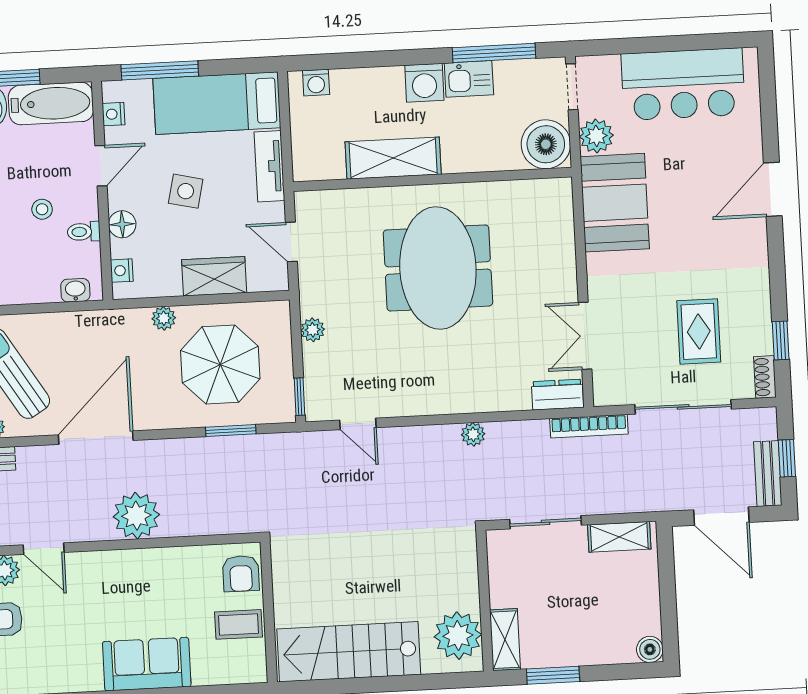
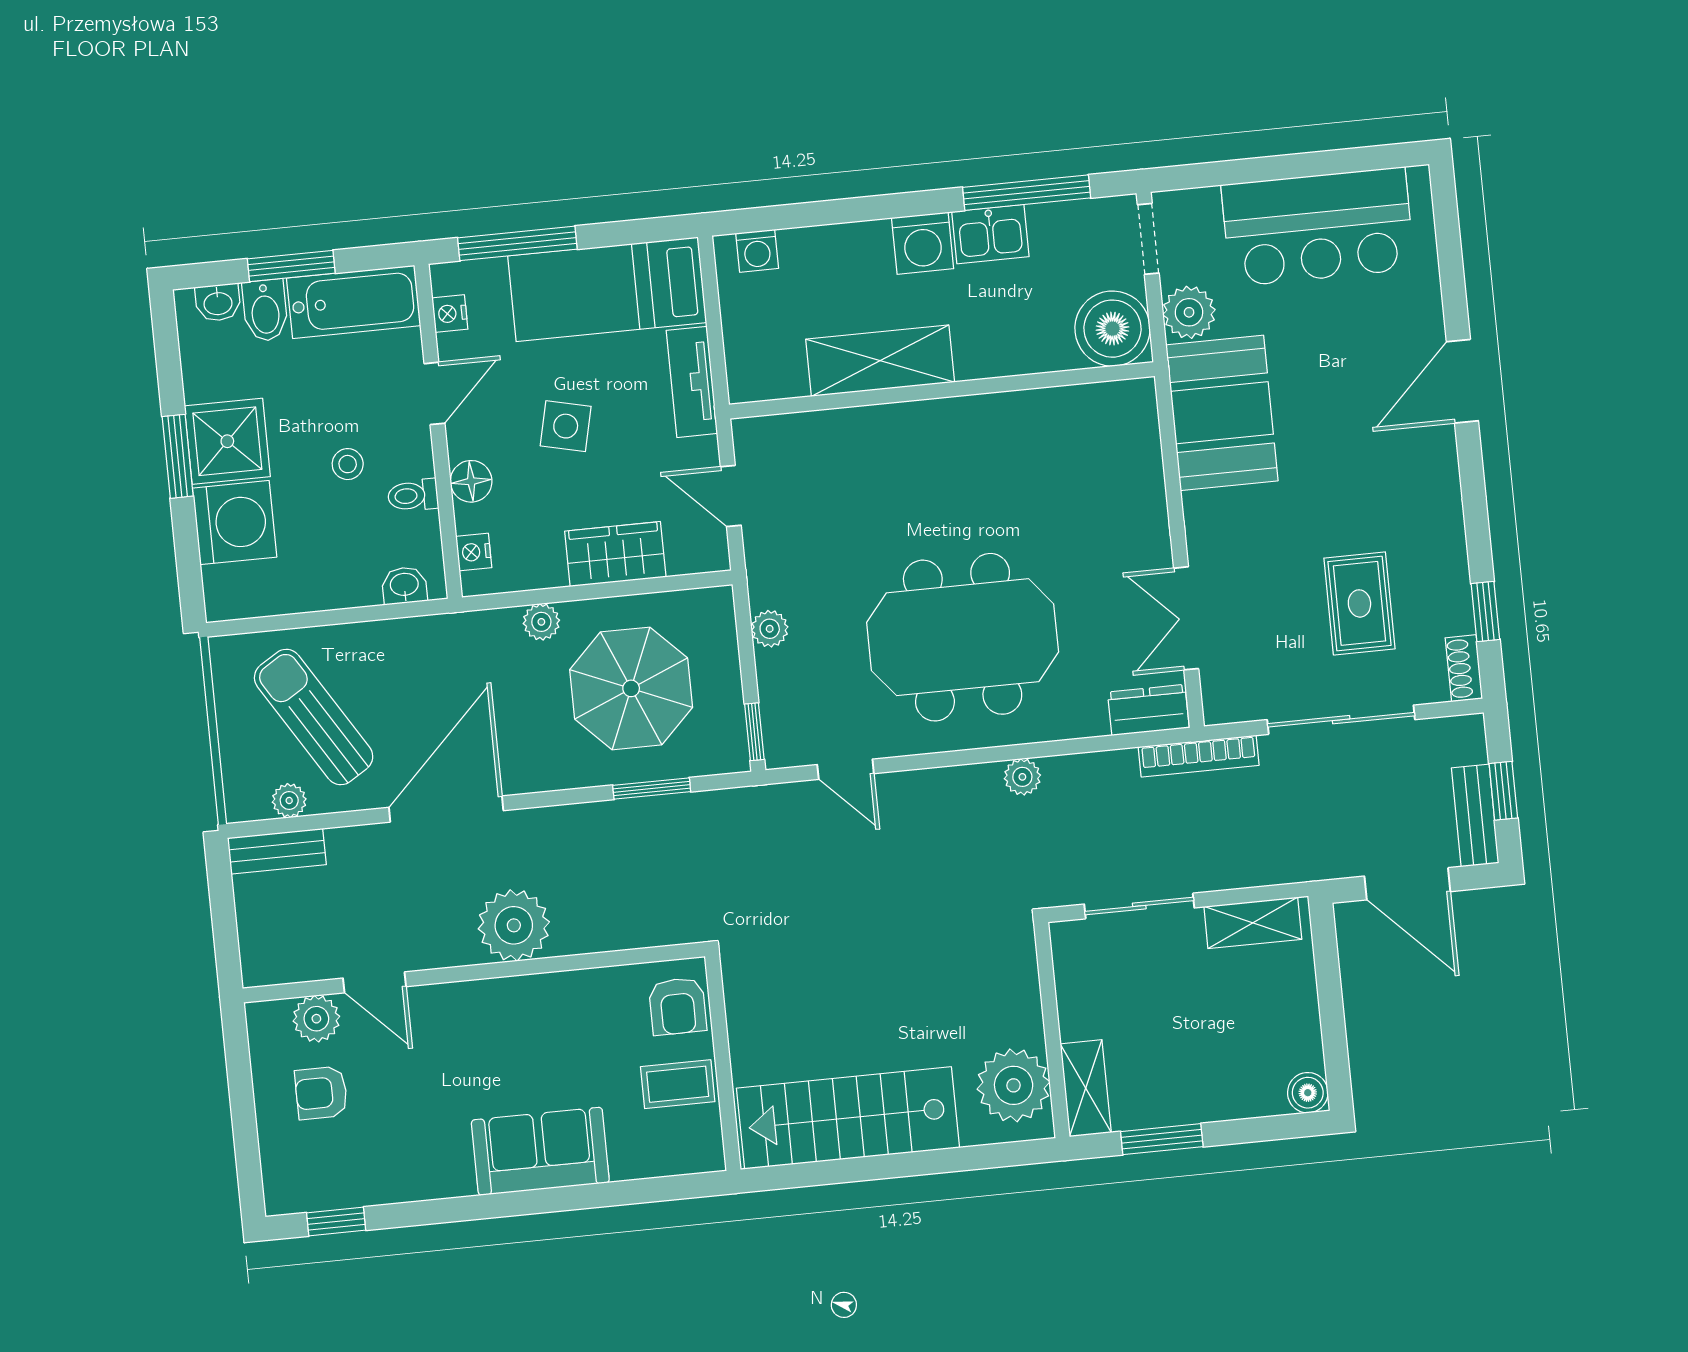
meeting table: (438, 268) -> (963, 637), moved, turned 90

